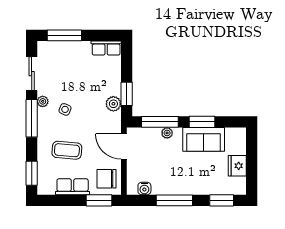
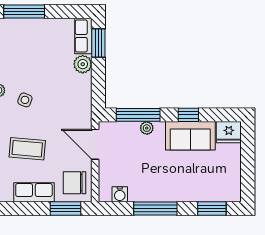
row of seats: (106, 48) -> (83, 36), moved, turned 90
window: (127, 94) -> (98, 43), moved
plant: (113, 104) -> (83, 64), moved
window: (202, 122) -> (188, 115), width x0.67
fridge: (237, 166) -> (229, 132), moved, turned -90

